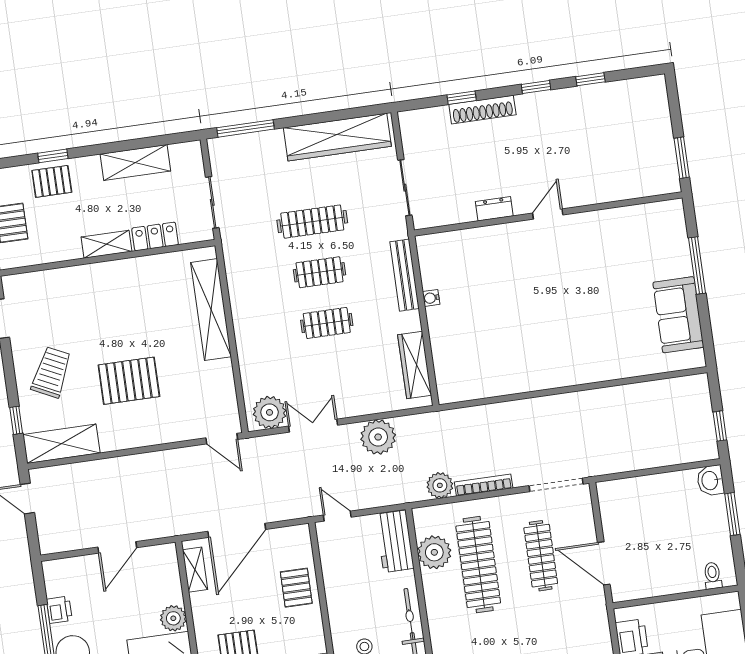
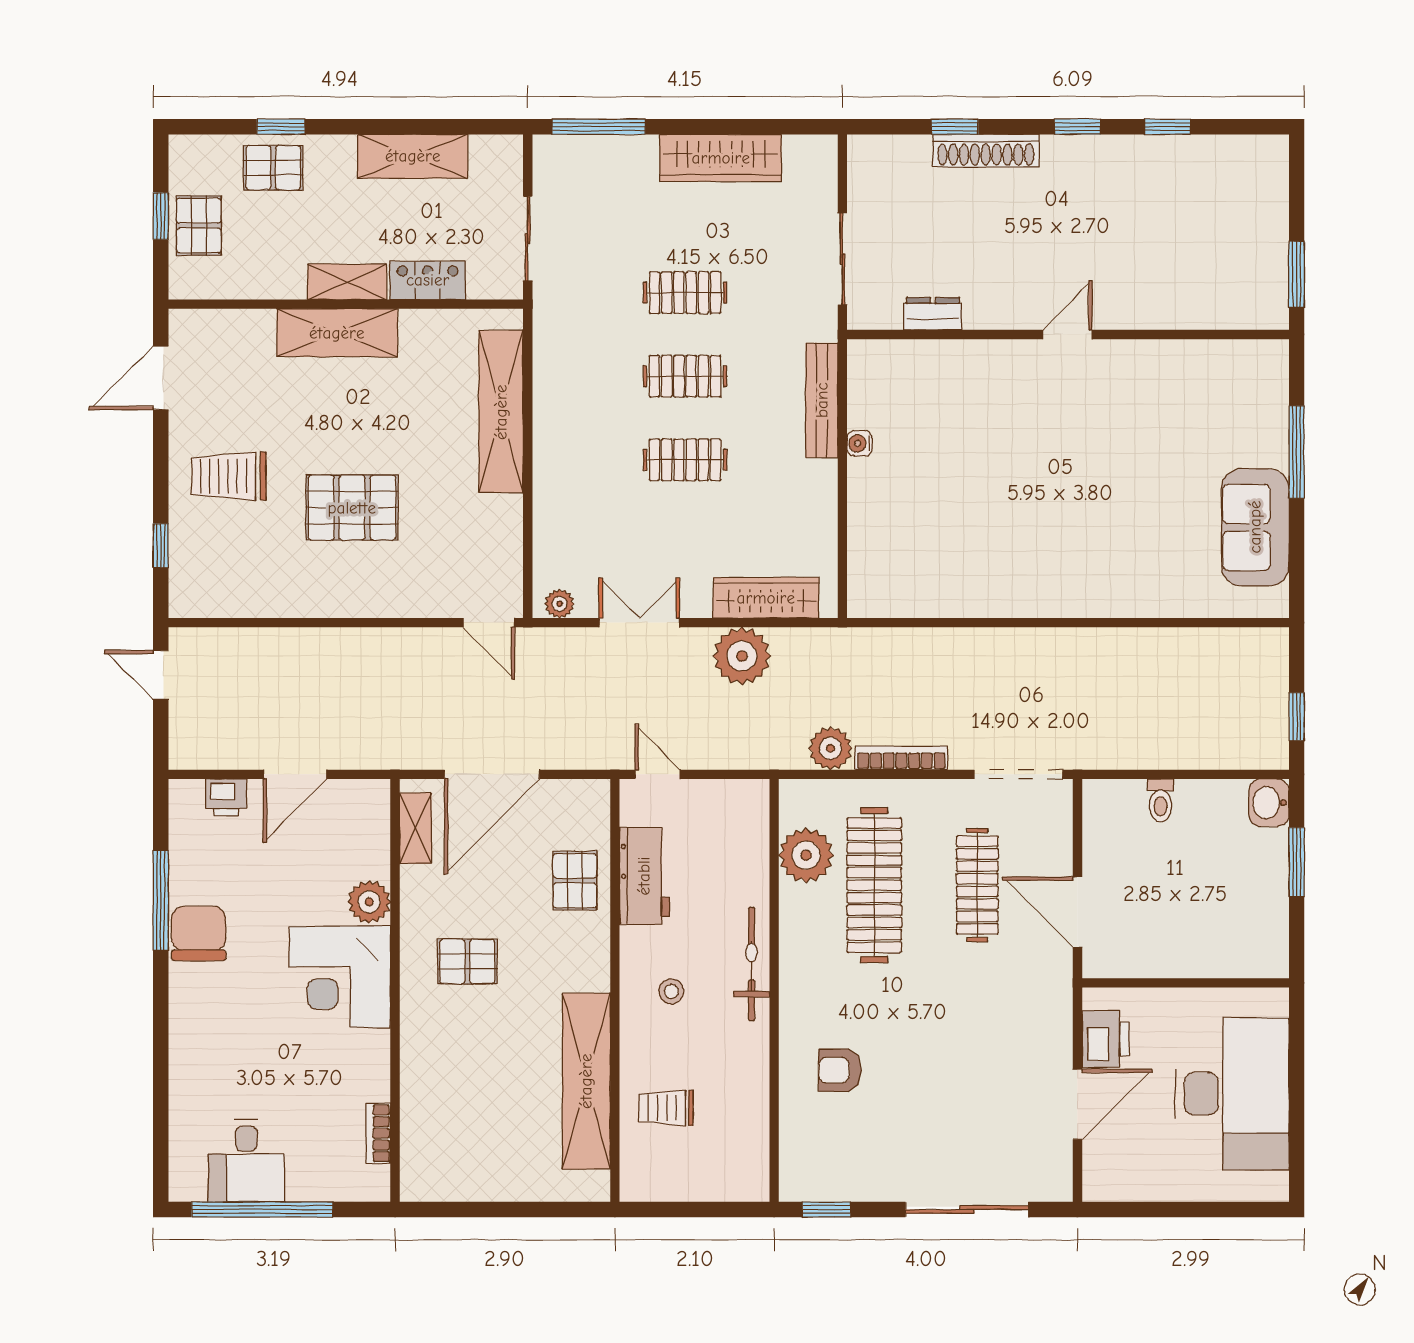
wardrobe: (337, 137) -> (721, 158), width x0.71, depth x0.85
dresser: (494, 209) -> (933, 314), moved
clothes rail: (312, 222) -> (685, 293), width x0.73
wardrobe: (415, 365) -> (766, 598), moved, turned 90
trolley: (51, 372) -> (229, 476), turned -116
plant: (270, 412) -> (559, 604), width x0.53, depth x0.53
shelving: (61, 444) -> (337, 333), moved
workbench: (395, 541) -> (644, 876), moved, turned 180
toilet: (713, 576) -> (1161, 800), moved, turned 180
printer: (59, 610) -> (226, 797), moved, turned 90

